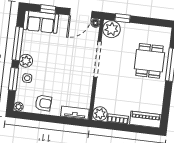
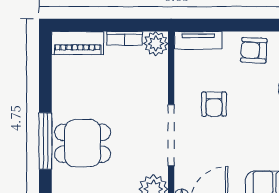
dining table: (149, 61) -> (83, 143), turned 90
armchair: (70, 74) -> (214, 104), added

